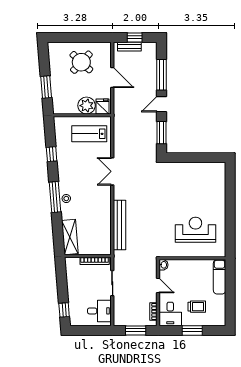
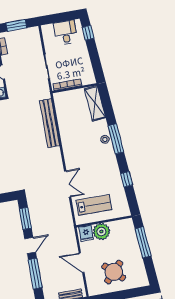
window: (46, 87) -> (143, 242), width x1.44
double door: (112, 171) -> (68, 184), moved
desk: (99, 311) -> (66, 33), moved, turned 90

